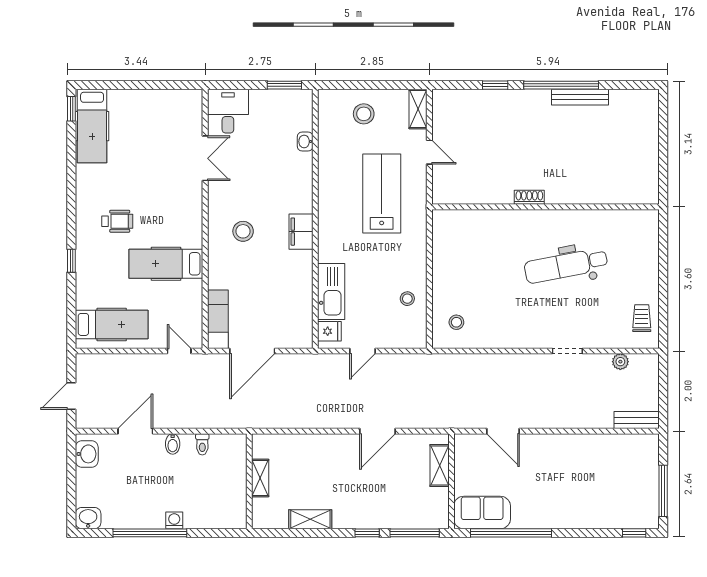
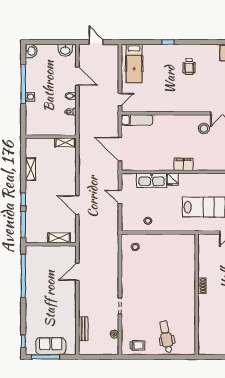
stool: (243, 231) -> (204, 128), moved
hospital bed: (166, 264) -> (166, 92), removed
dental chair: (566, 266) -> (166, 337), moved, width x0.73, depth x0.72
fridge: (329, 331) -> (173, 179), moved
door: (252, 351) -> (120, 149), moved
bench: (637, 420) -> (83, 329), moved
shelving: (260, 478) -> (65, 142), moved
sofa: (482, 513) -> (51, 346), moved, turned -90

